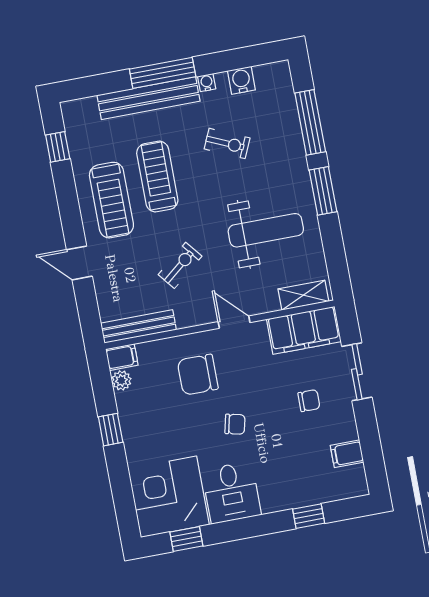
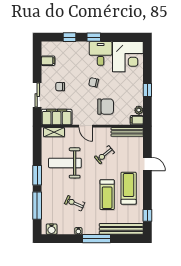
water cooler: (241, 80) -> (52, 229), moved
bench: (148, 98) -> (121, 229), moved
window: (186, 539) -> (94, 37), moved

